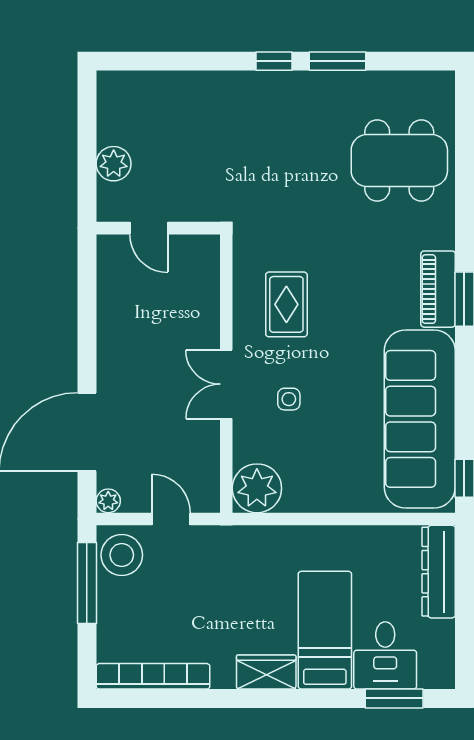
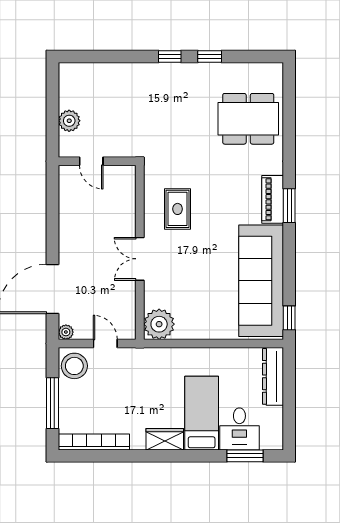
window: (338, 61) -> (210, 56), width x0.67
side table: (289, 399) -> (179, 268), removed
window: (87, 583) -> (53, 403), moved

